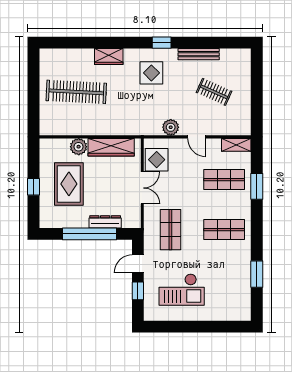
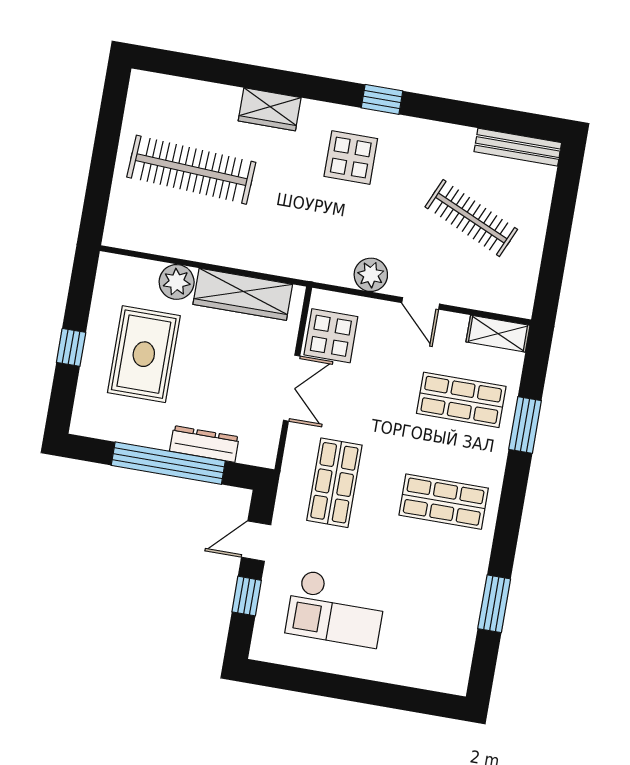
bench: (199, 54) -> (518, 147), moved
clothes rail: (214, 92) -> (471, 218), width x1.36

